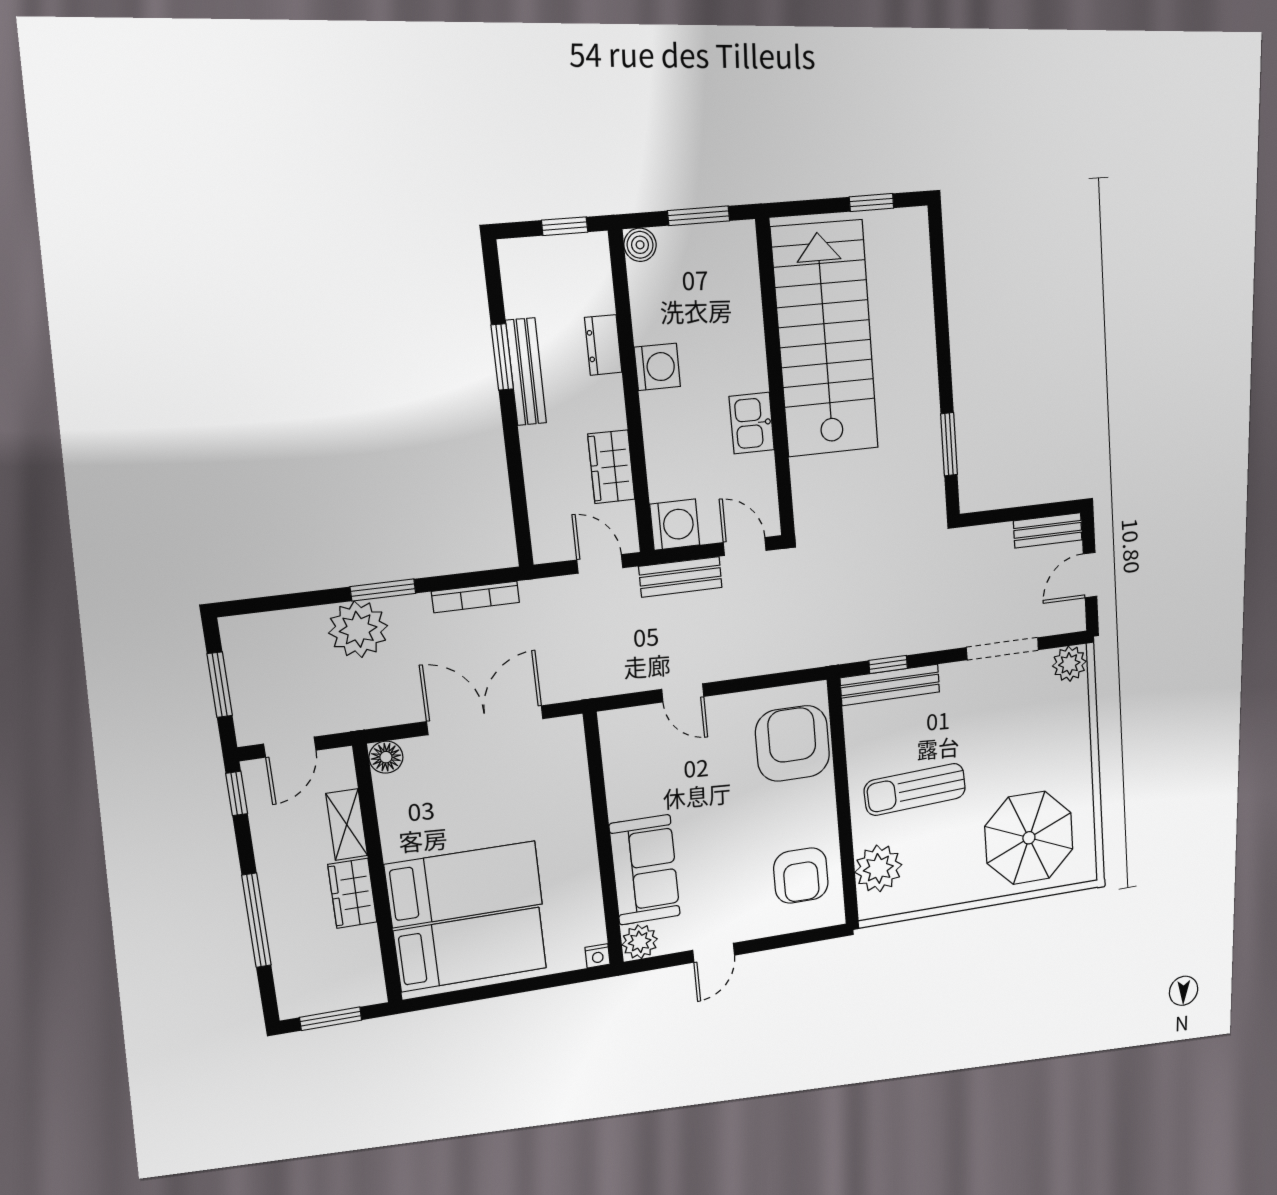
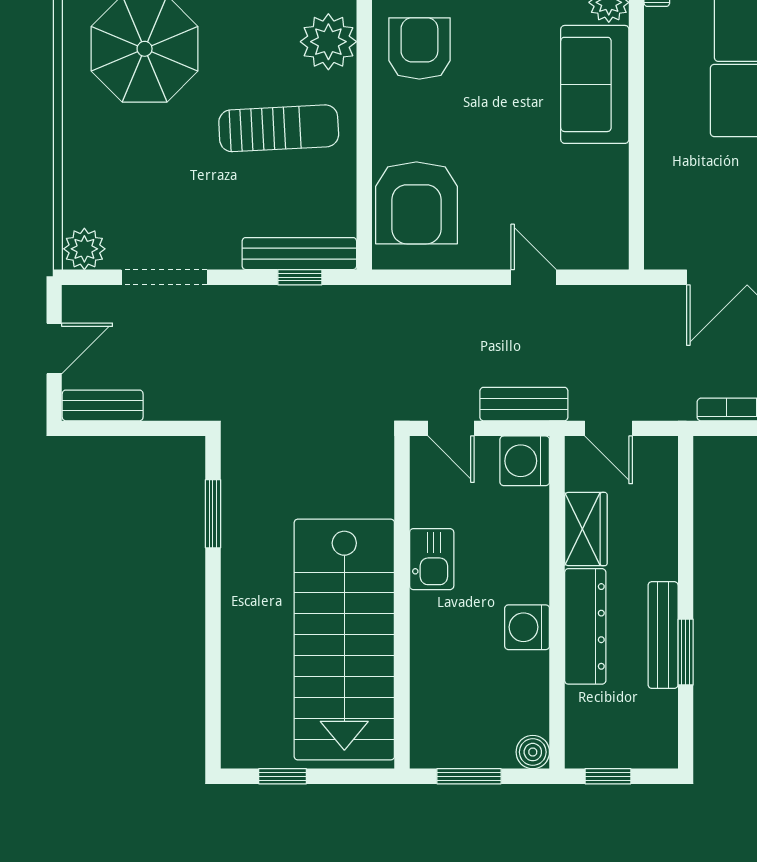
dresser: (603, 345) -> (585, 626), width x1.96, depth x1.24

